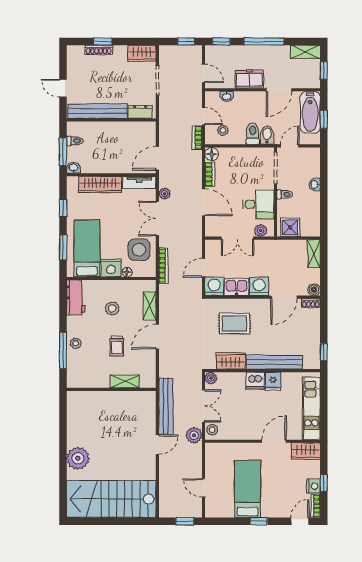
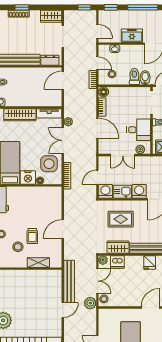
door: (157, 158) -> (63, 80), moved
shelving: (150, 306) -> (57, 206), removed
stool: (112, 309) -> (18, 247), moved
dishwasher: (255, 381) -> (117, 262), moved

